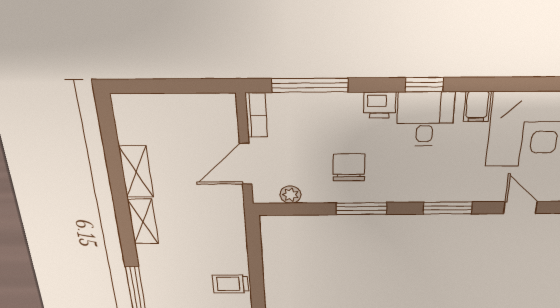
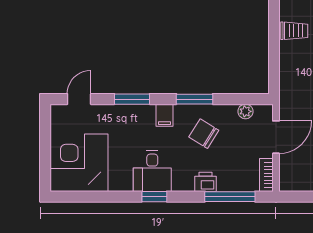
printer: (380, 105) -> (206, 182), moved
filing cabinet: (477, 107) -> (165, 115), moved, turned 180
chair: (349, 167) -> (204, 134), turned 122
door: (520, 208) -> (79, 99), swing flipped

